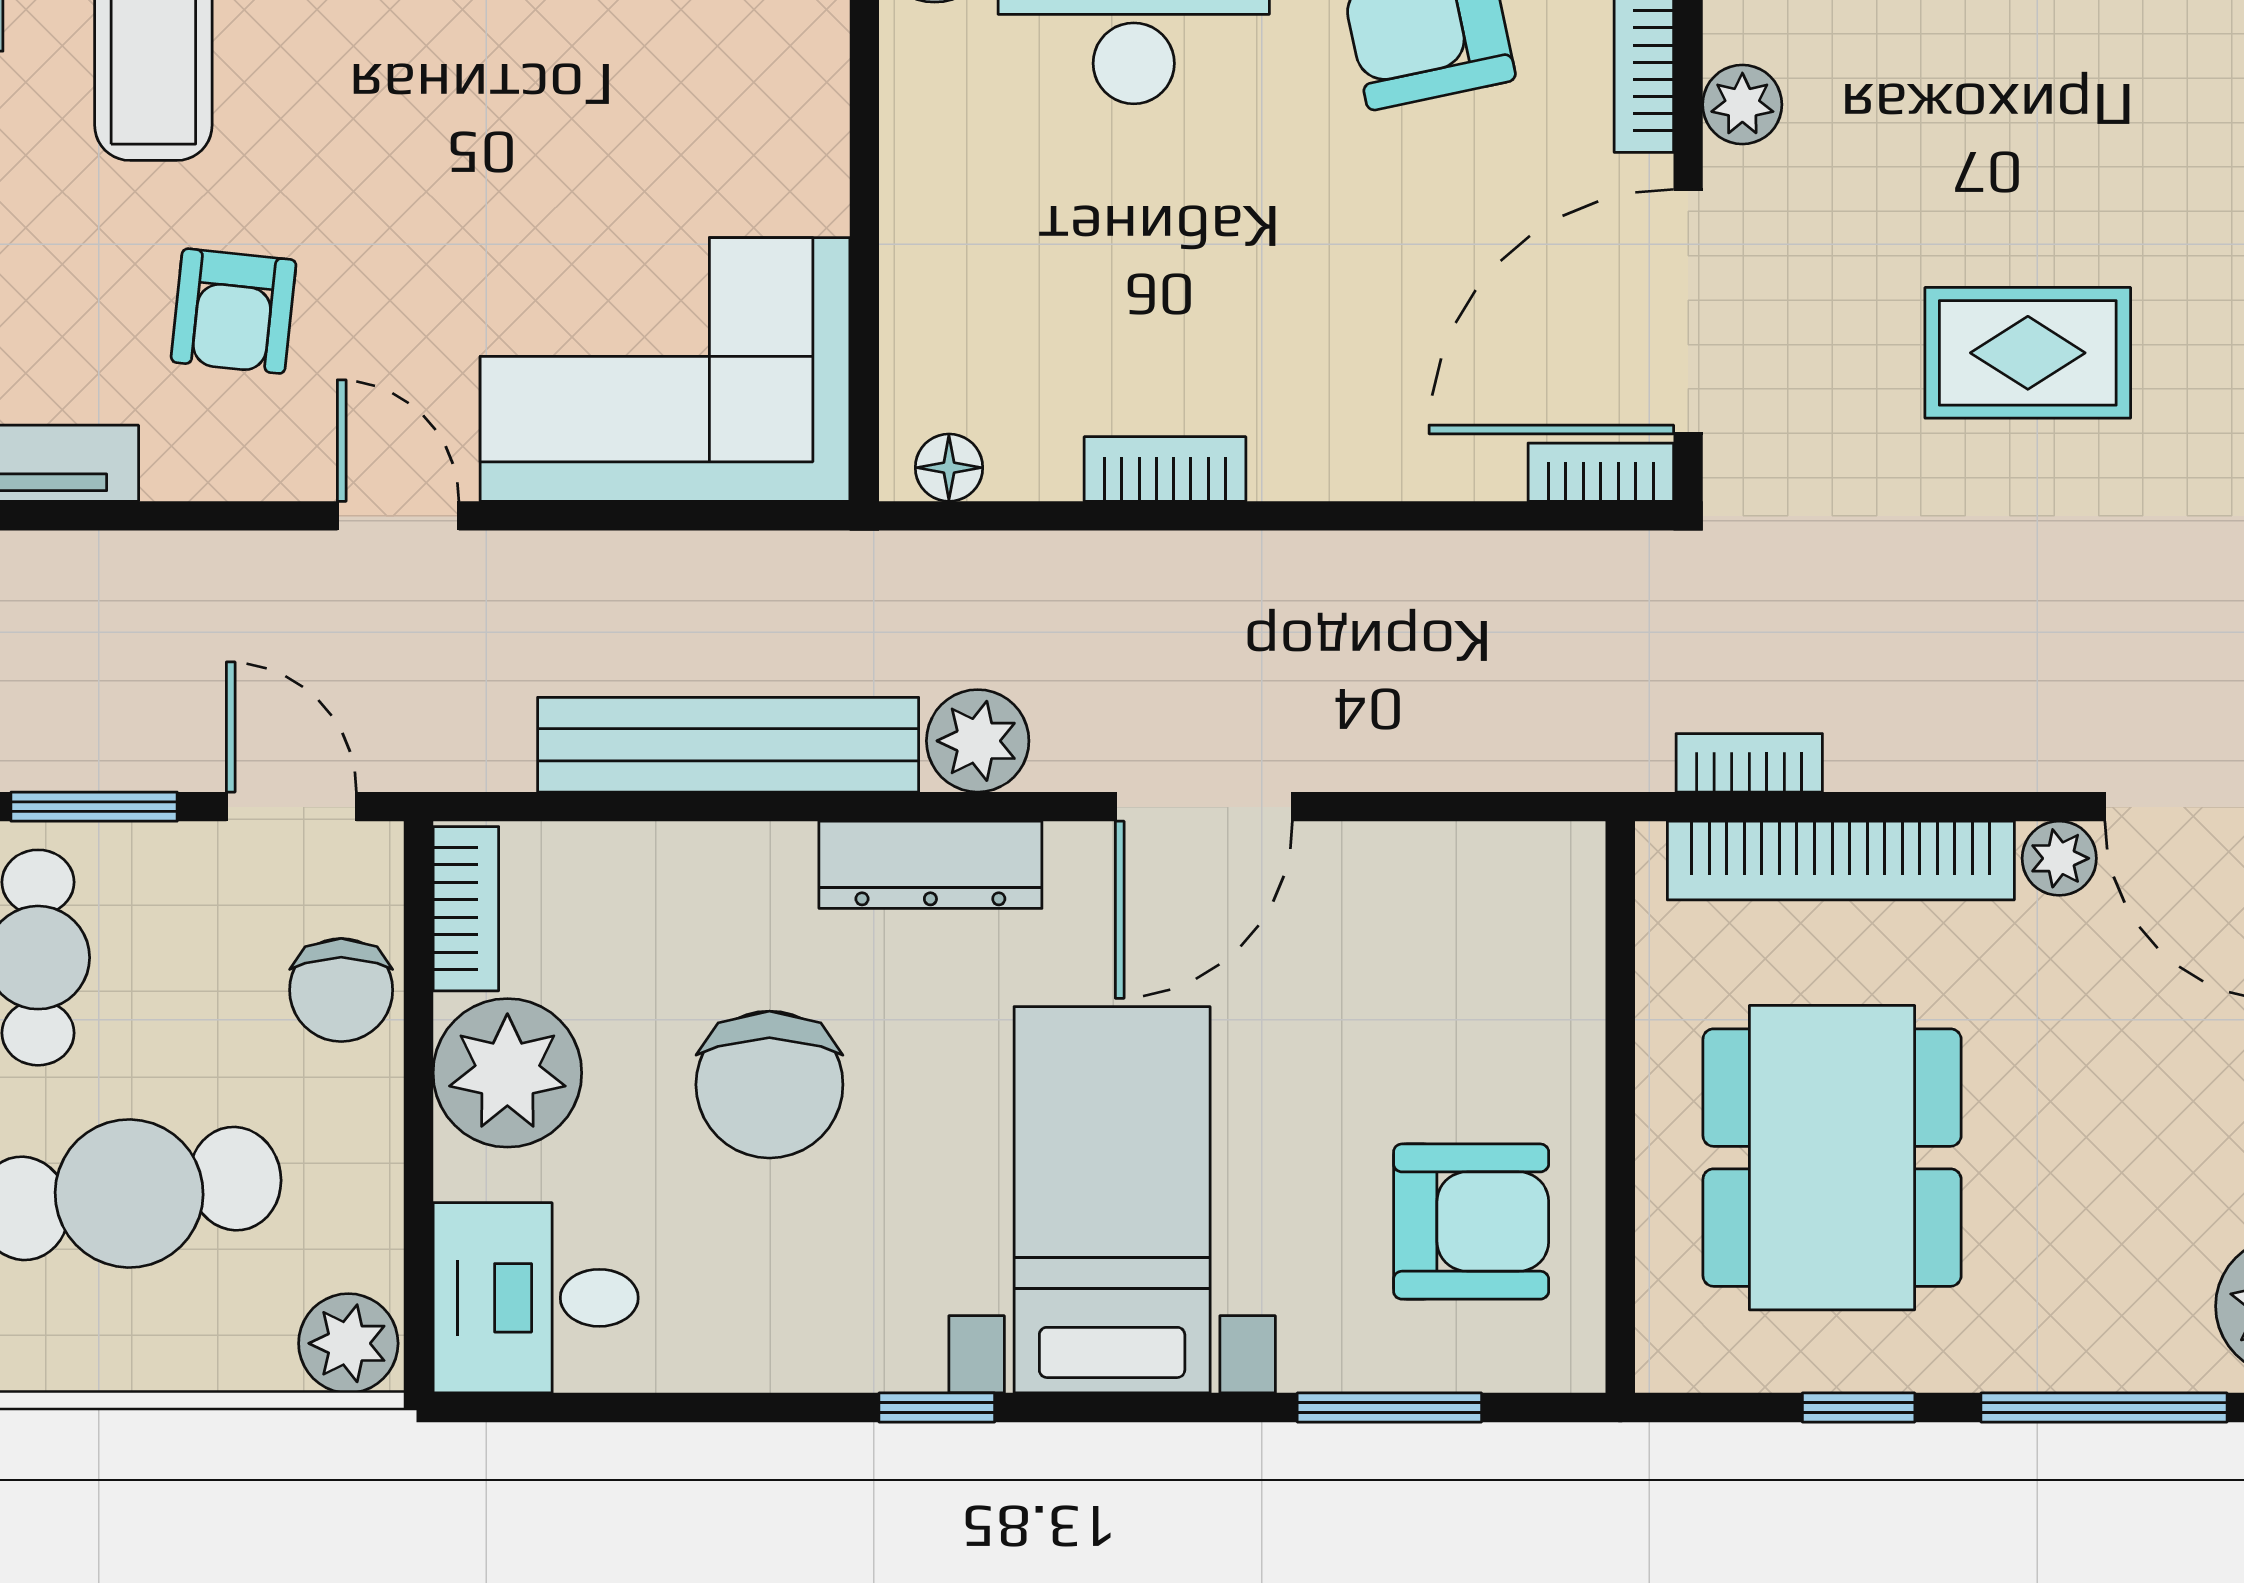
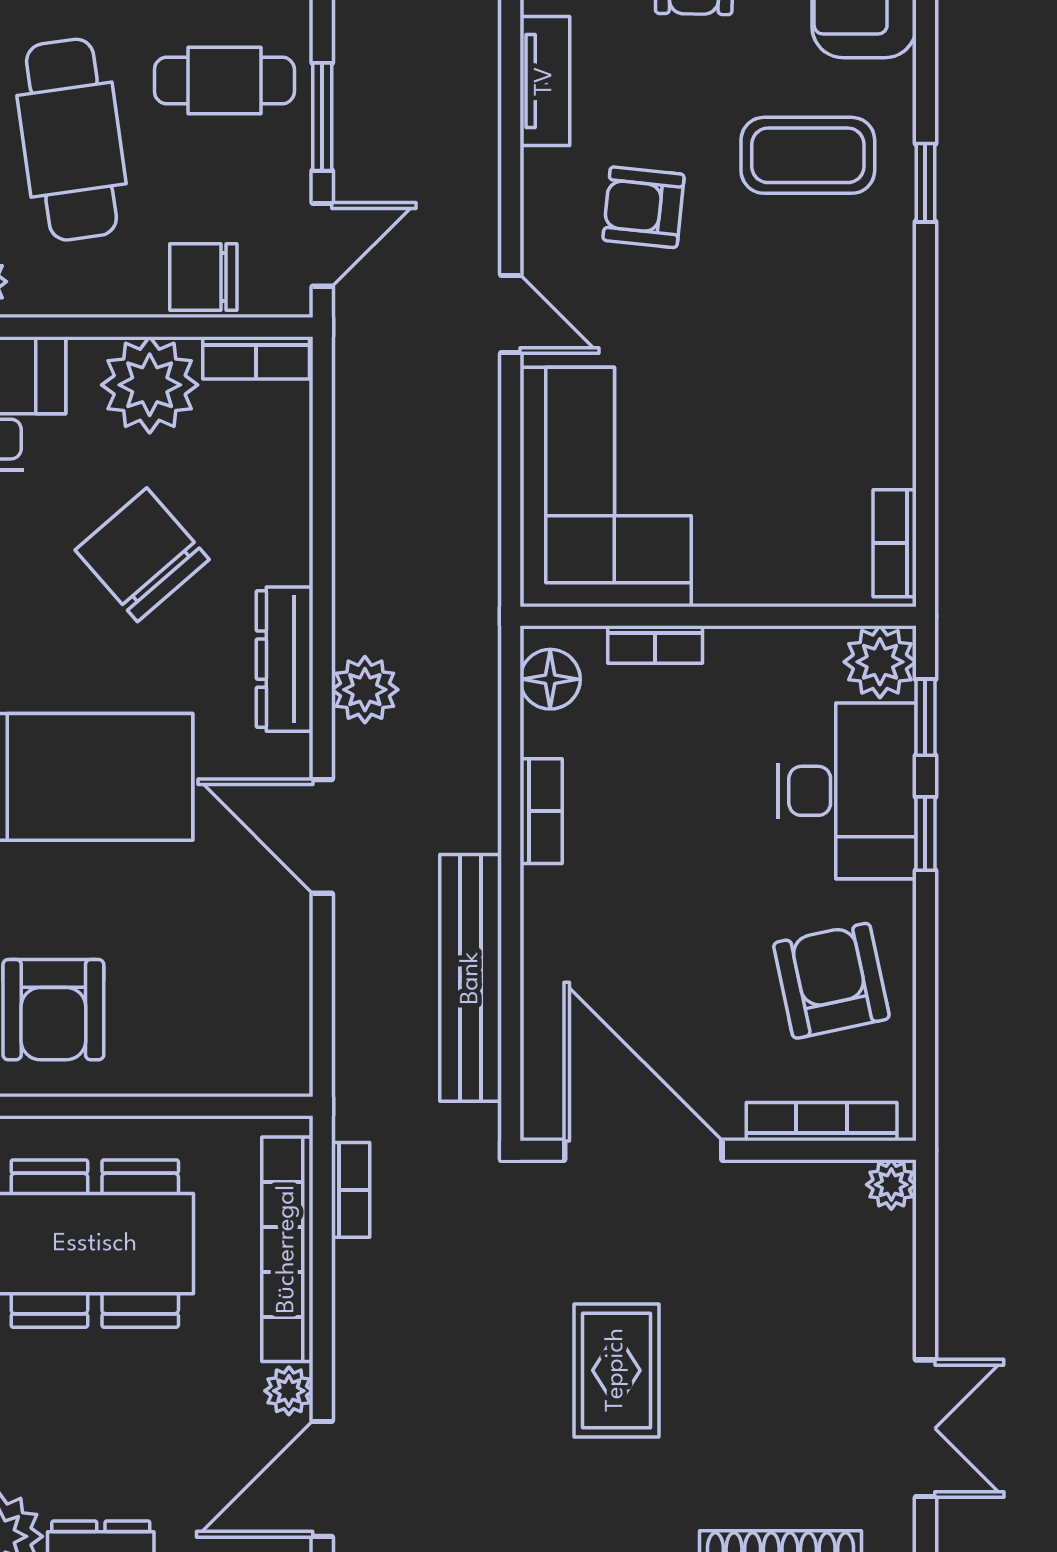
plant: (1742, 105) -> (777, 1185), removed
floor lamp: (949, 468) -> (550, 679), width x1.37, depth x1.37
bookcase: (1601, 472) -> (655, 645), moved, turned 90
door: (398, 516) -> (511, 314), hinge flipped
bench: (728, 745) -> (471, 978), moved
chair: (769, 1085) -> (142, 555), turned 49

